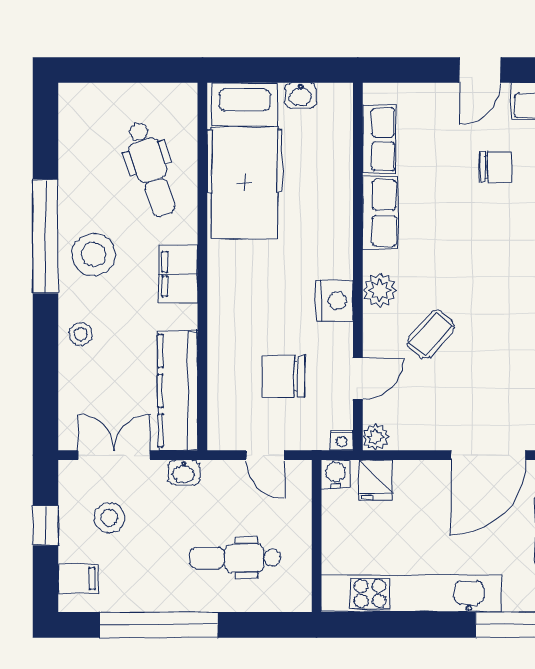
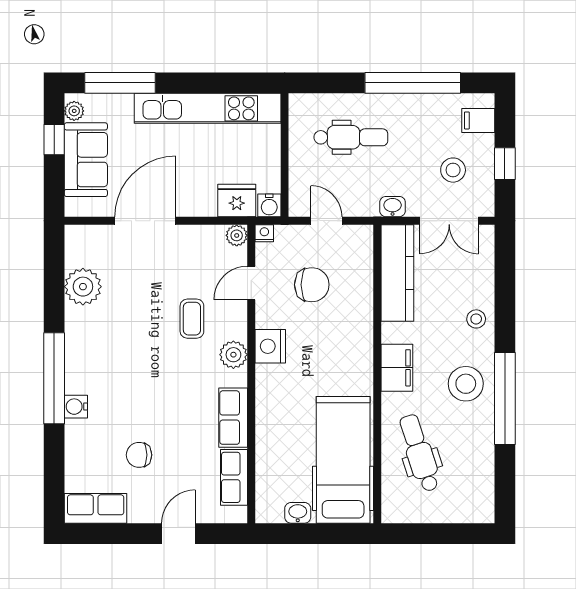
door: (480, 70) -> (178, 534), moved
coffee table: (431, 335) -> (192, 319), turned -42
fridge: (376, 480) -> (237, 201), width x1.38

